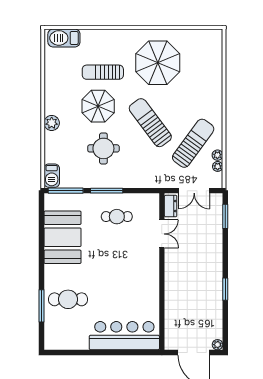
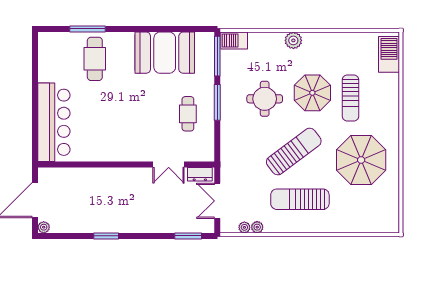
sun lounger: (103, 72) -> (351, 98), turned 180
sun lounger: (193, 143) -> (300, 199), moved, turned 144

